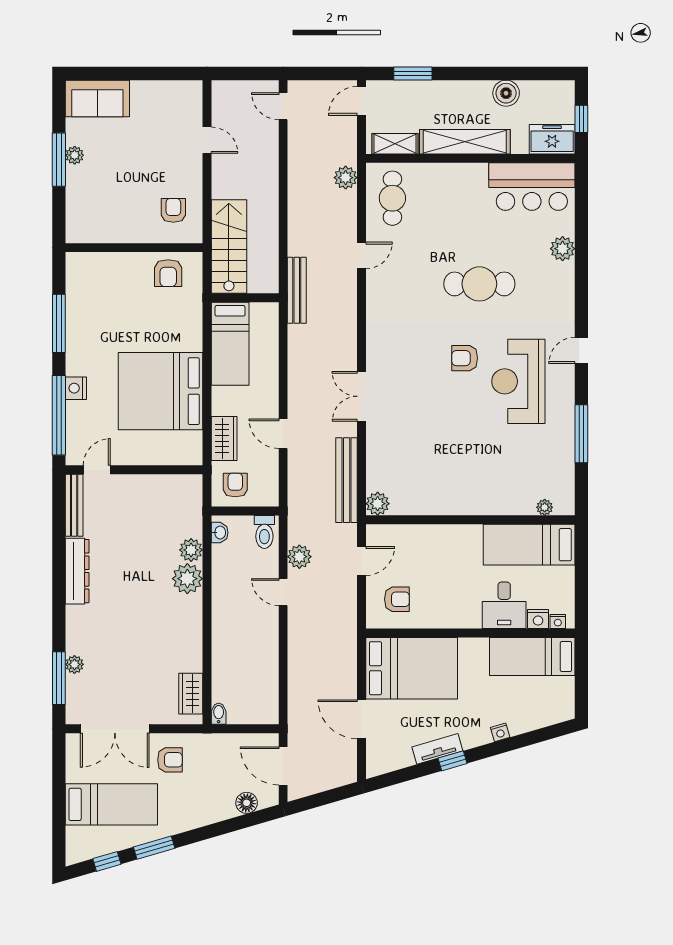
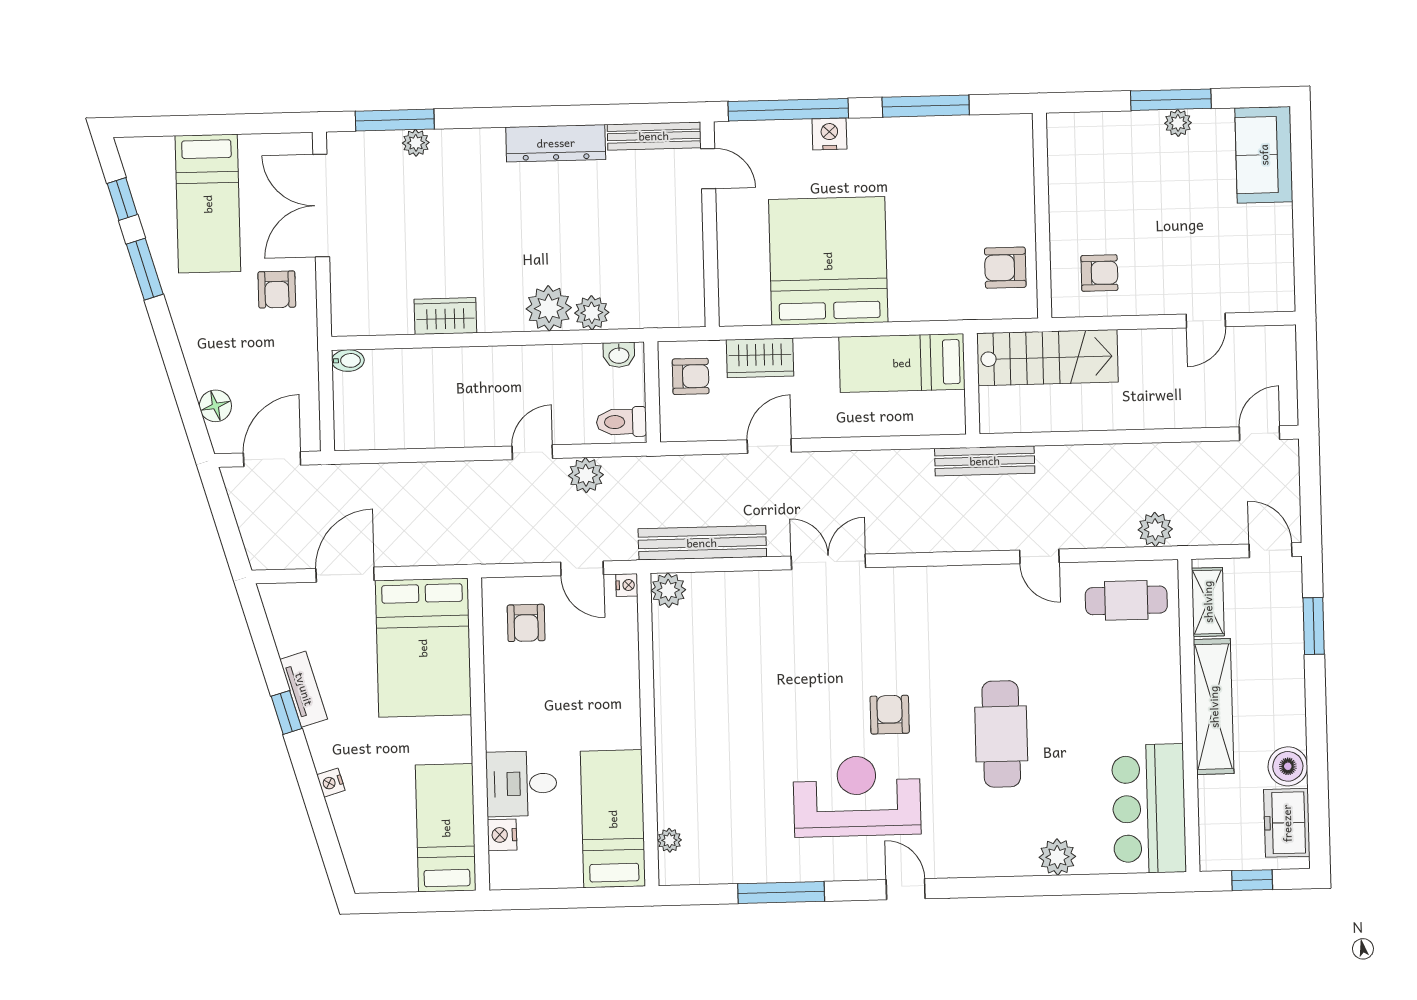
freezer: (552, 139) -> (1287, 823), moved, turned 180
nightstand: (558, 621) -> (627, 585), moved, turned 180
wardrobe: (191, 694) -> (445, 316), moved

